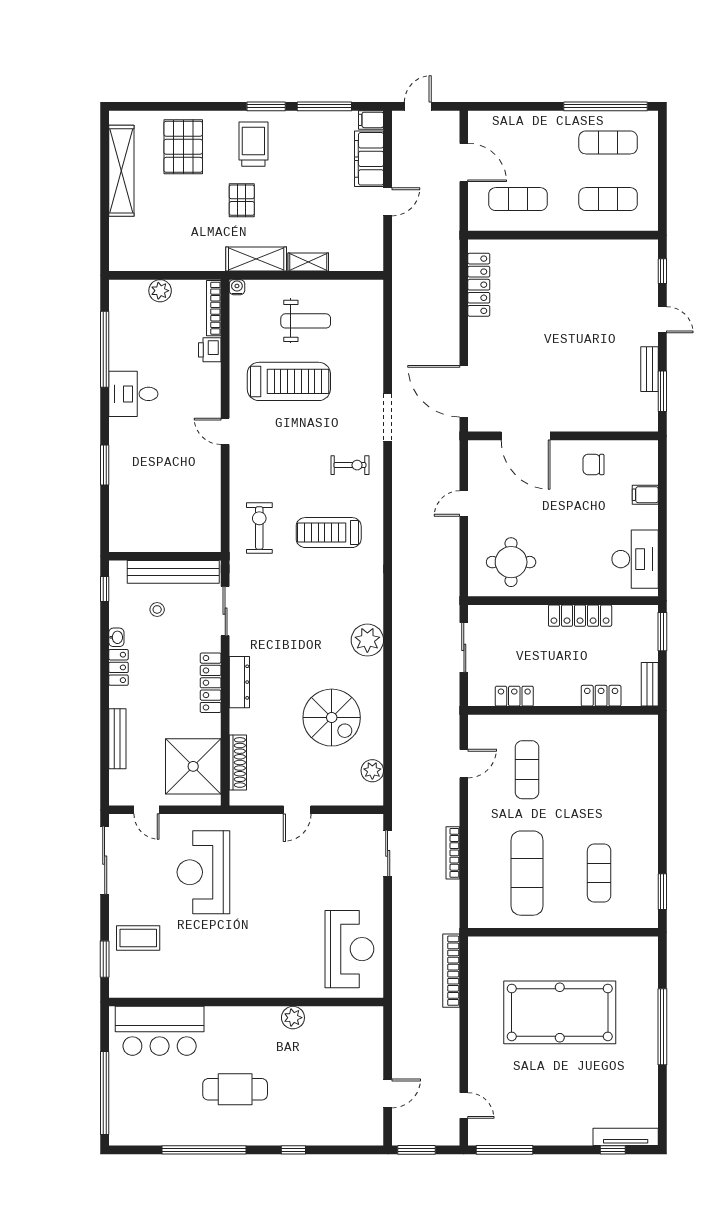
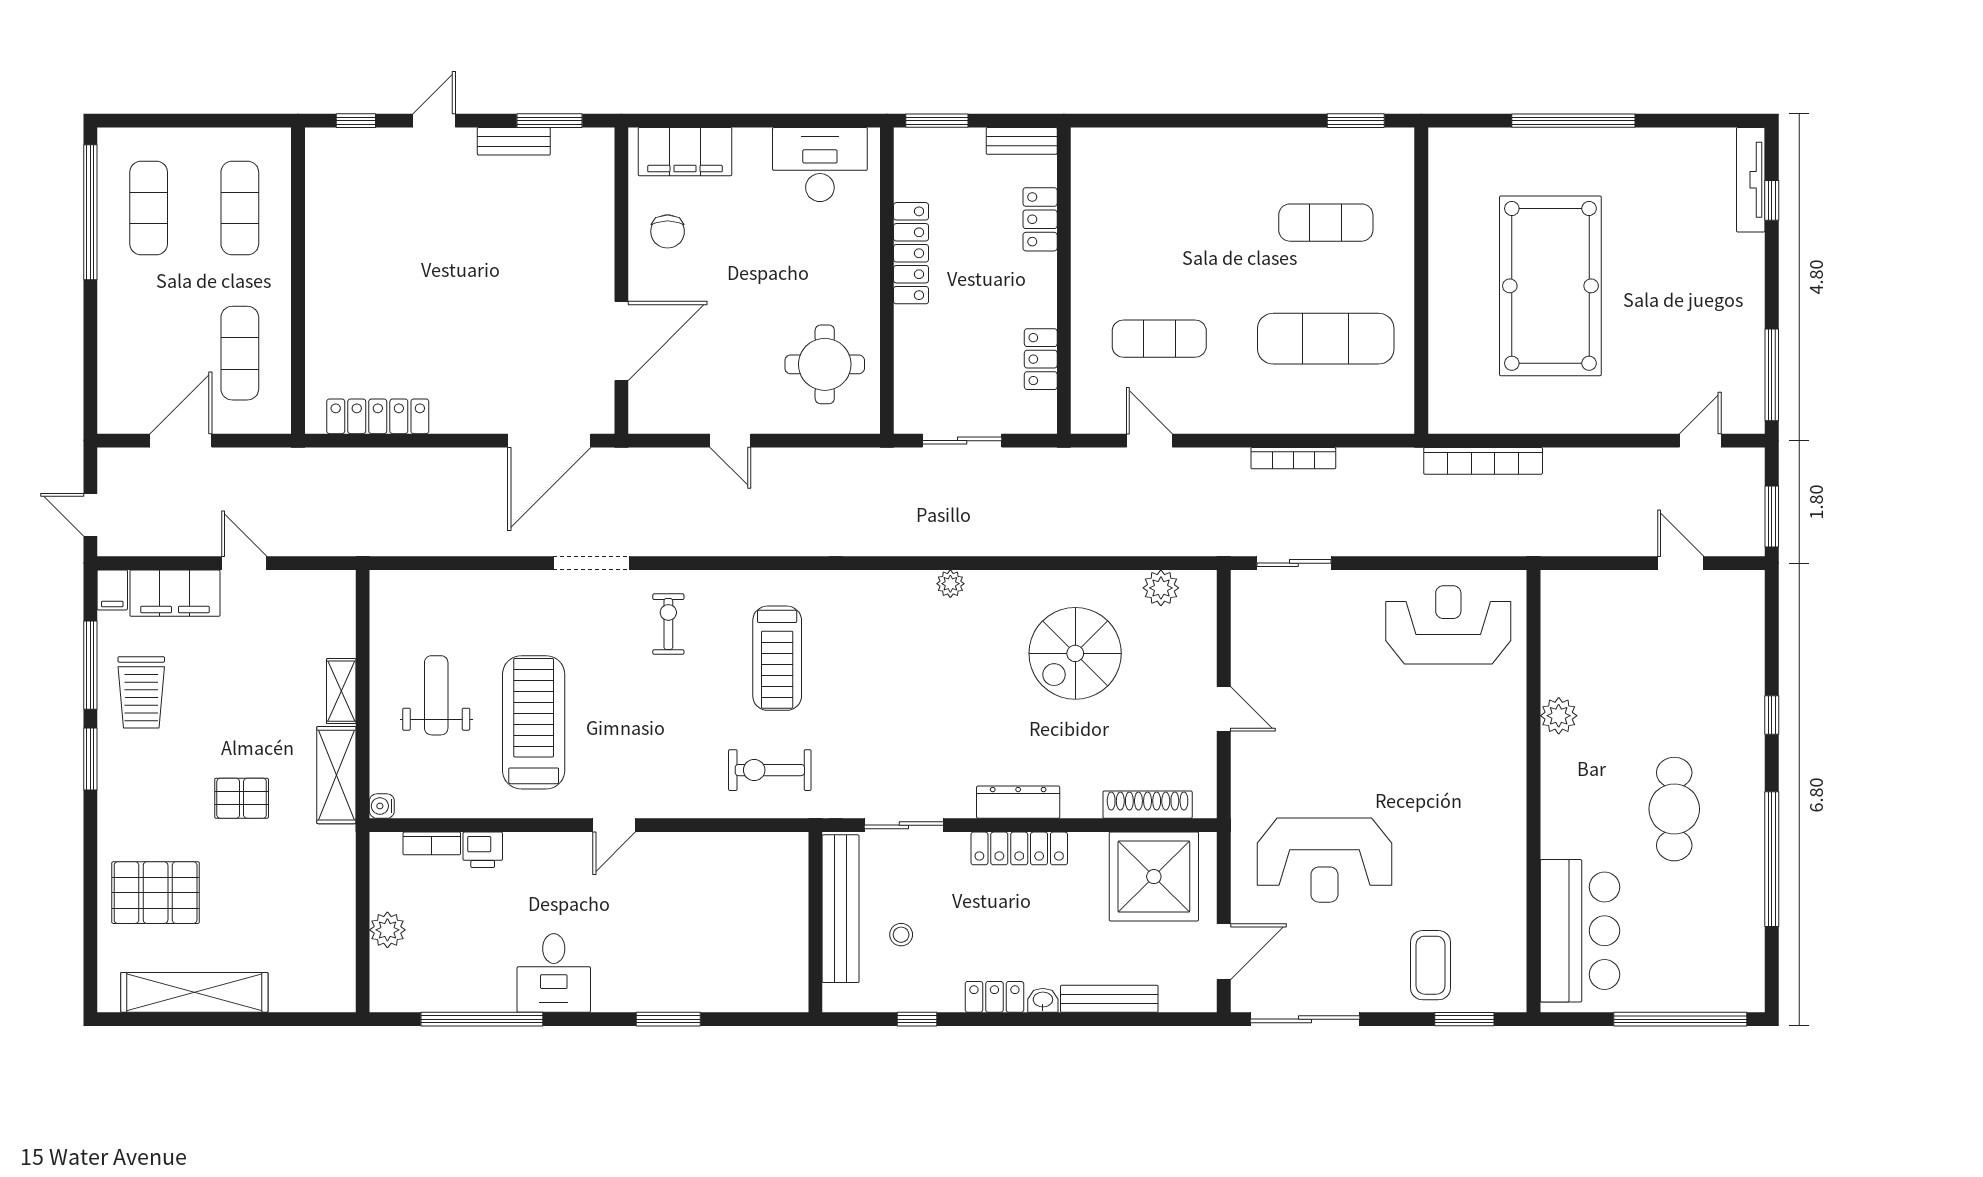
trolley: (253, 144) -> (141, 692), moved, turned -90
bookcase: (214, 308) -> (432, 843), width x0.64
filing cabinet: (645, 495) -> (685, 152), width x3.00, depth x1.17
window: (105, 589) -> (917, 1019), moved
washbasin: (116, 637) -> (1043, 1000), moved
plant: (367, 640) -> (950, 584), width x0.53, depth x0.53
spiral stairs: (332, 718) -> (1075, 653), turned 180
door: (146, 810) -> (1224, 952), width x1.37

